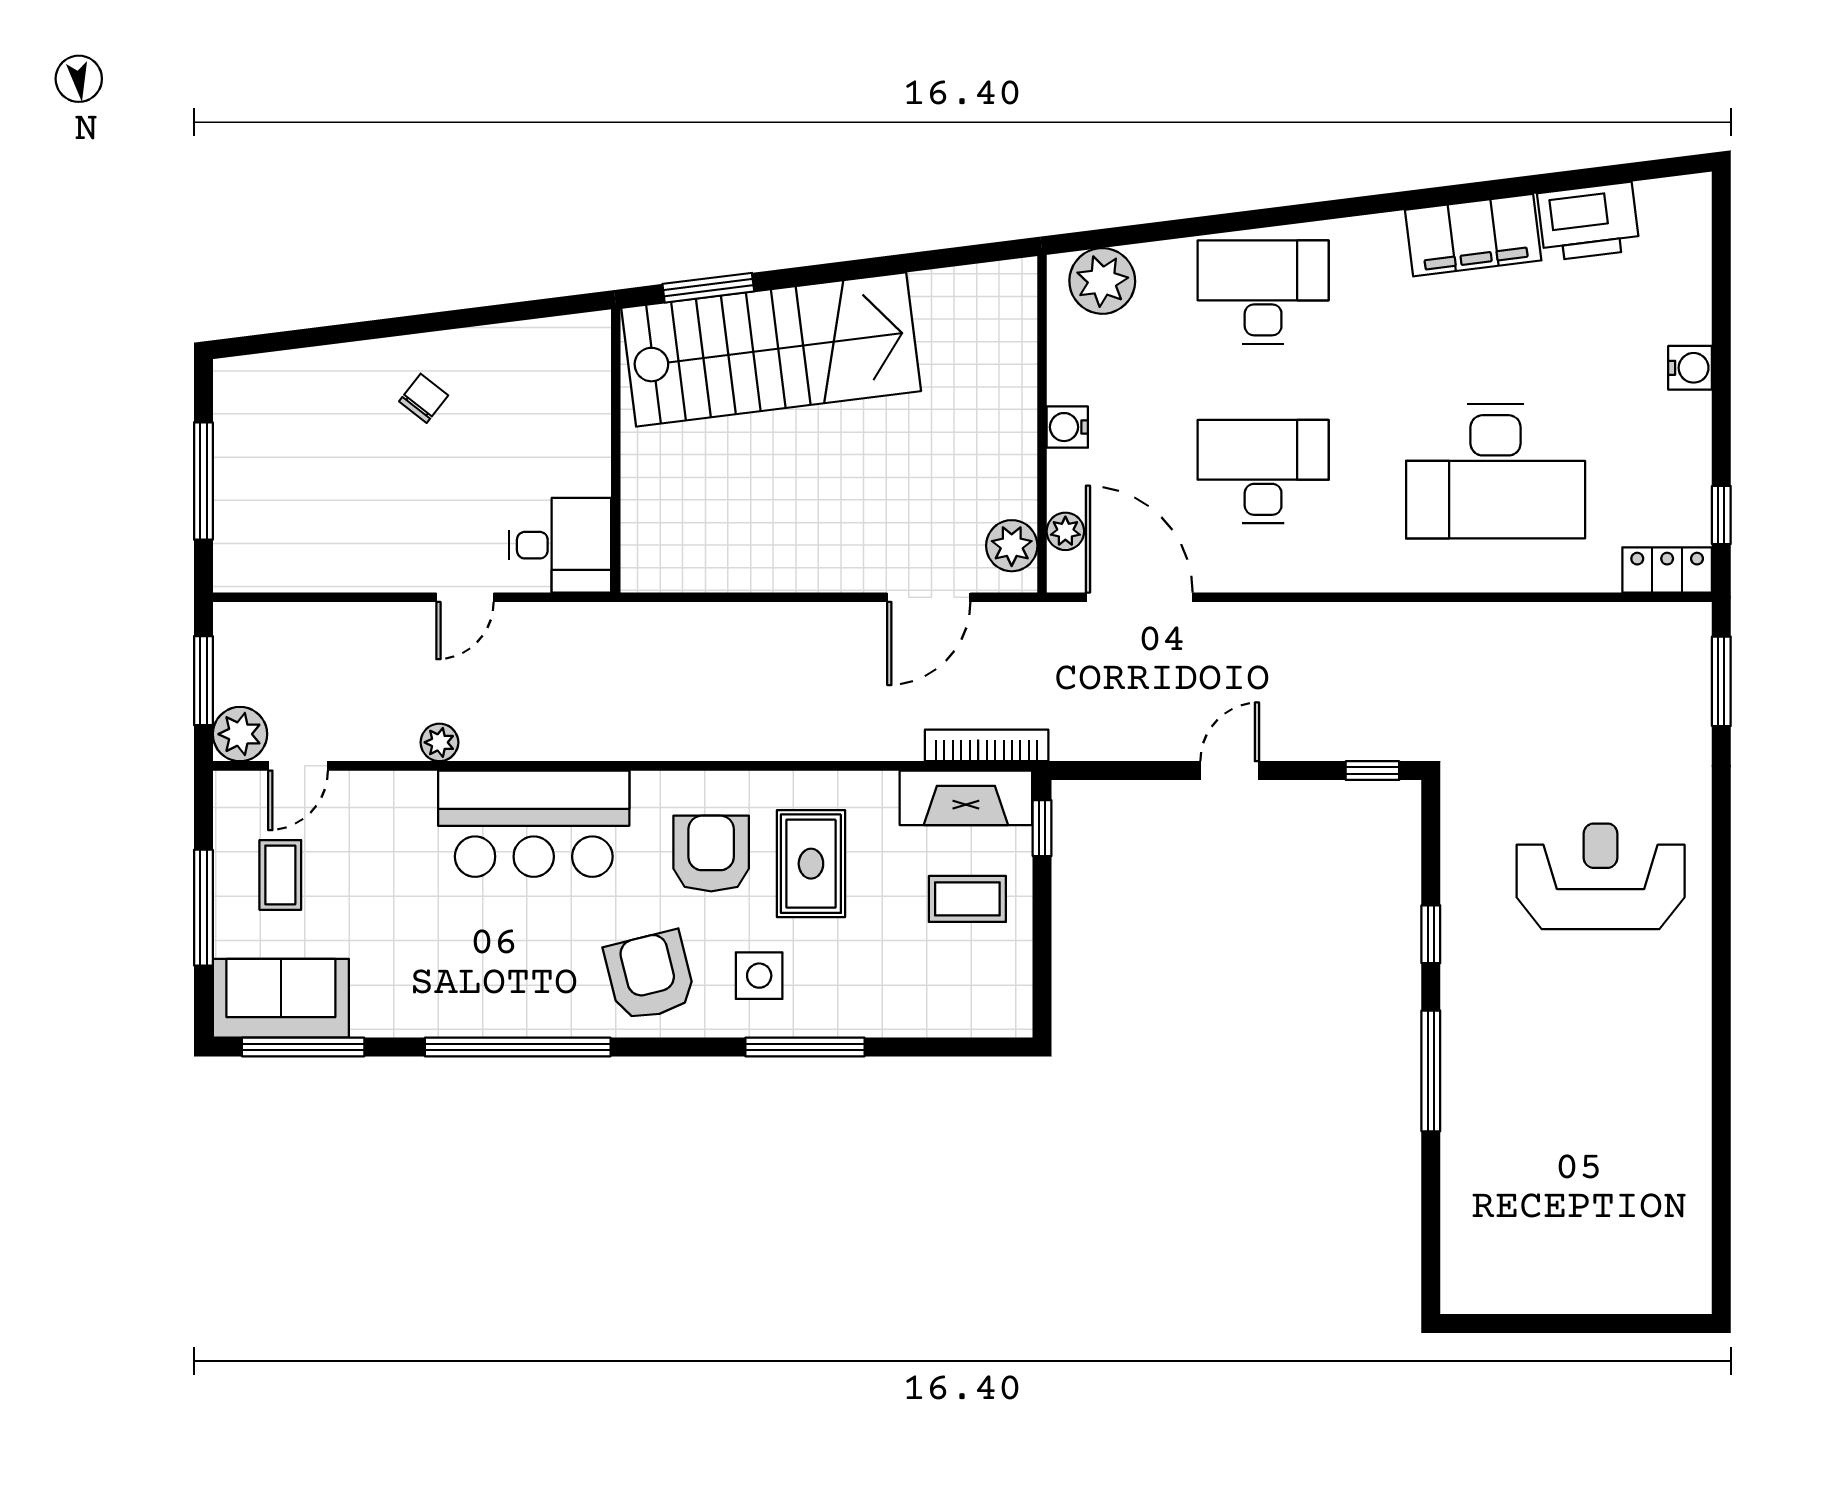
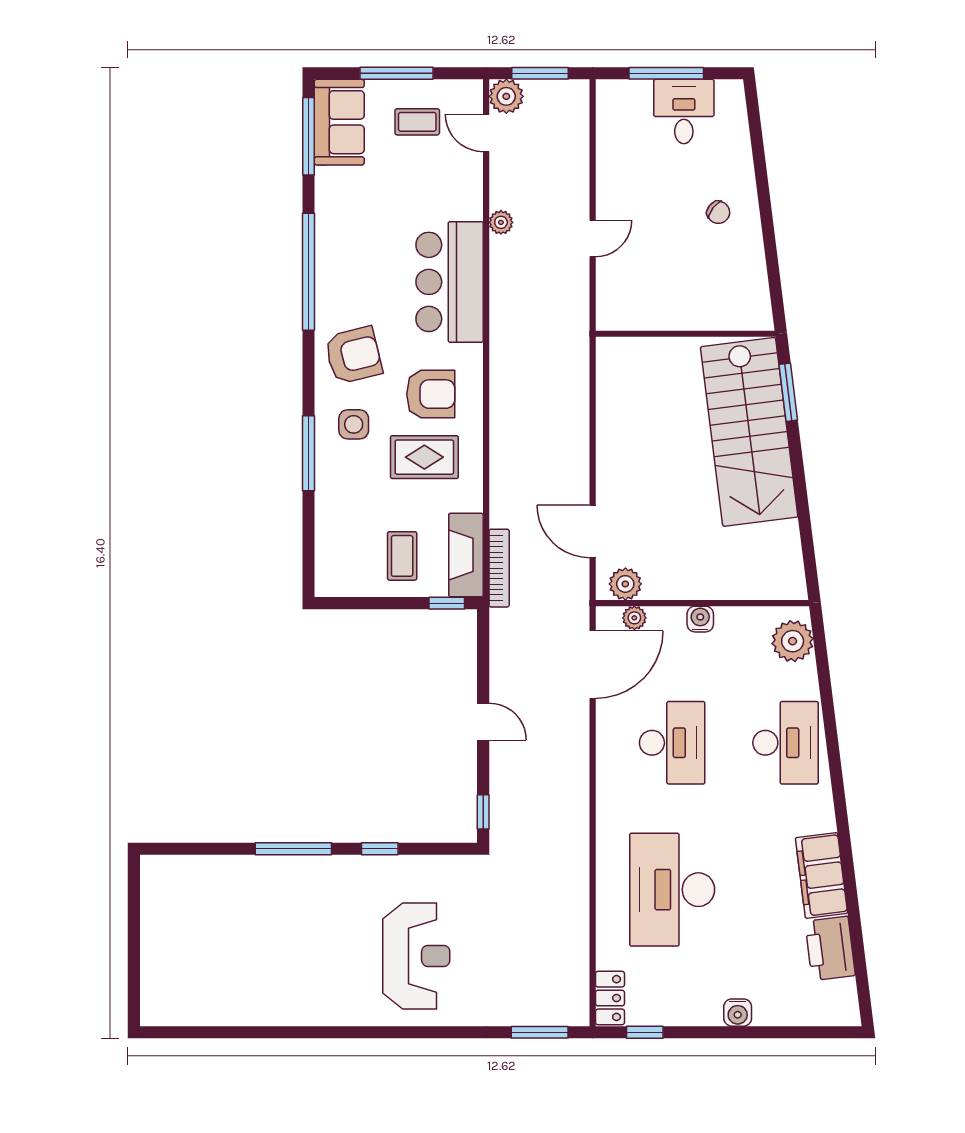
desk: (560, 545) -> (684, 111), moved, turned 180
door: (465, 597) -> (593, 238), swing flipped

